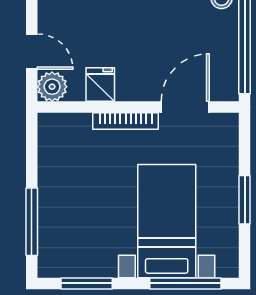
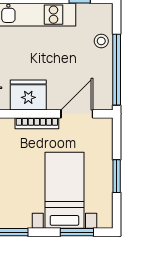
fridge: (100, 85) -> (28, 95), width x1.88, depth x1.34
window: (185, 283) -> (77, 232), width x0.69

